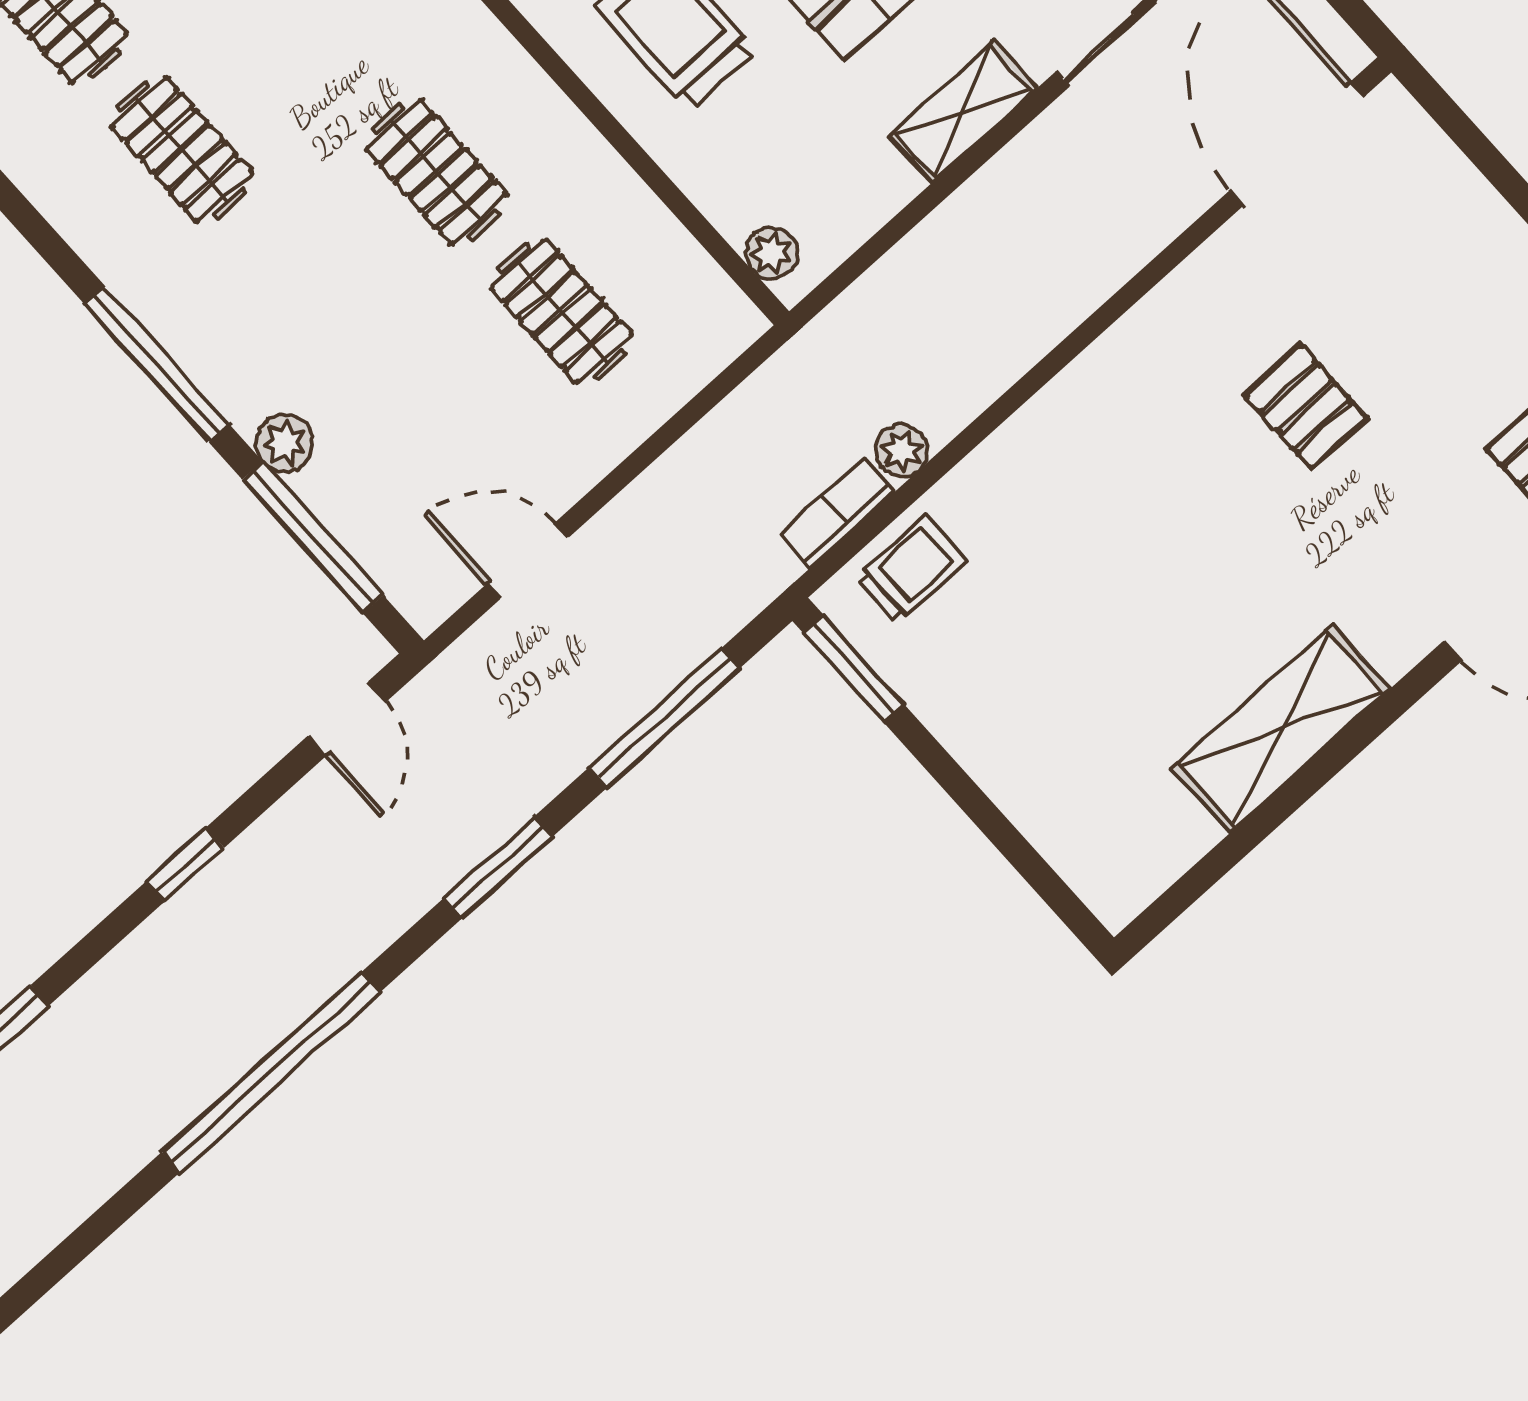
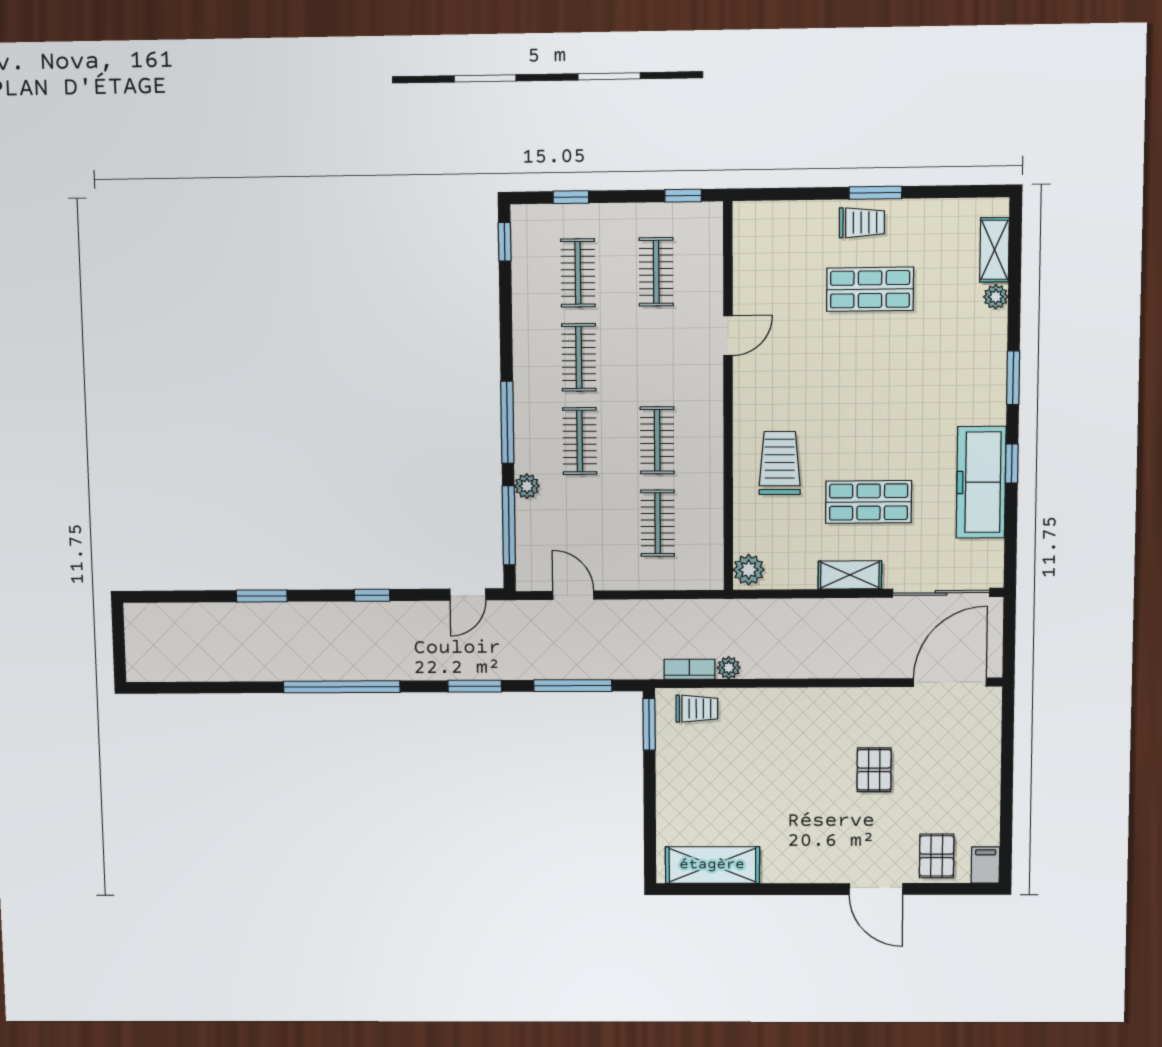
plant: (771, 253) -> (749, 570), width x1.38, depth x1.38
clothes rail: (307, 288) -> (580, 441), added
shelving: (1281, 729) -> (712, 865), moved

